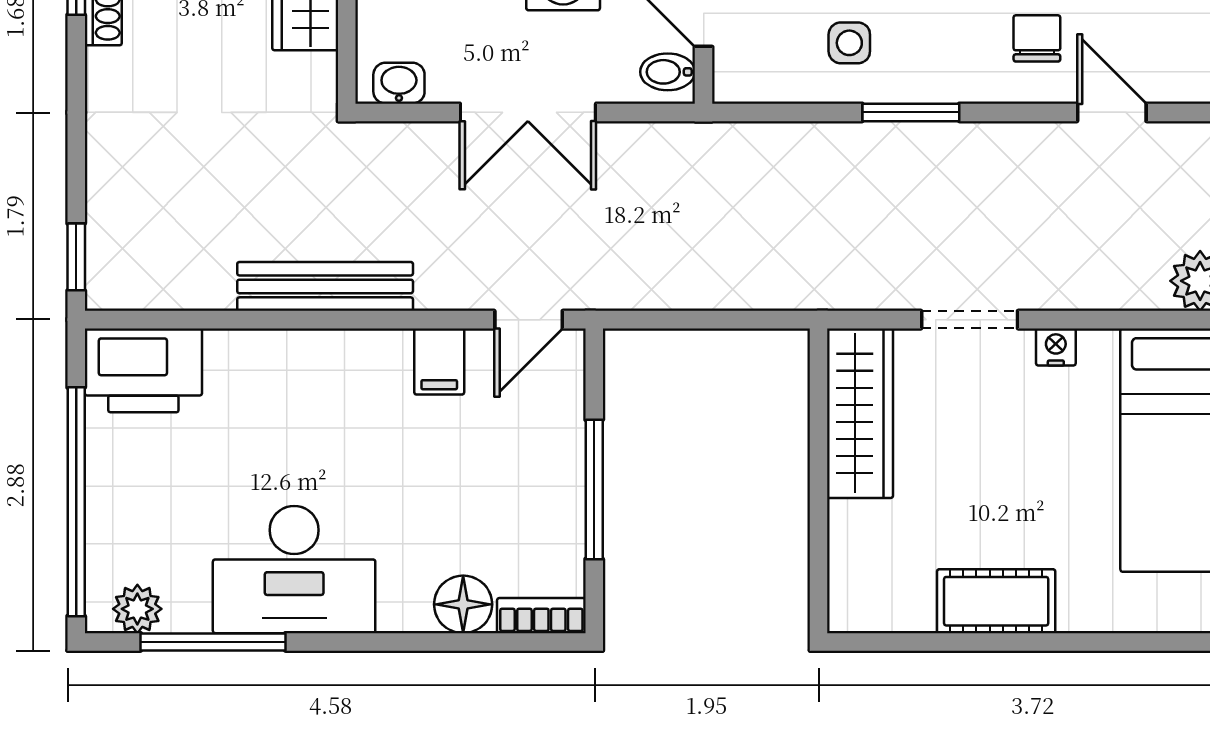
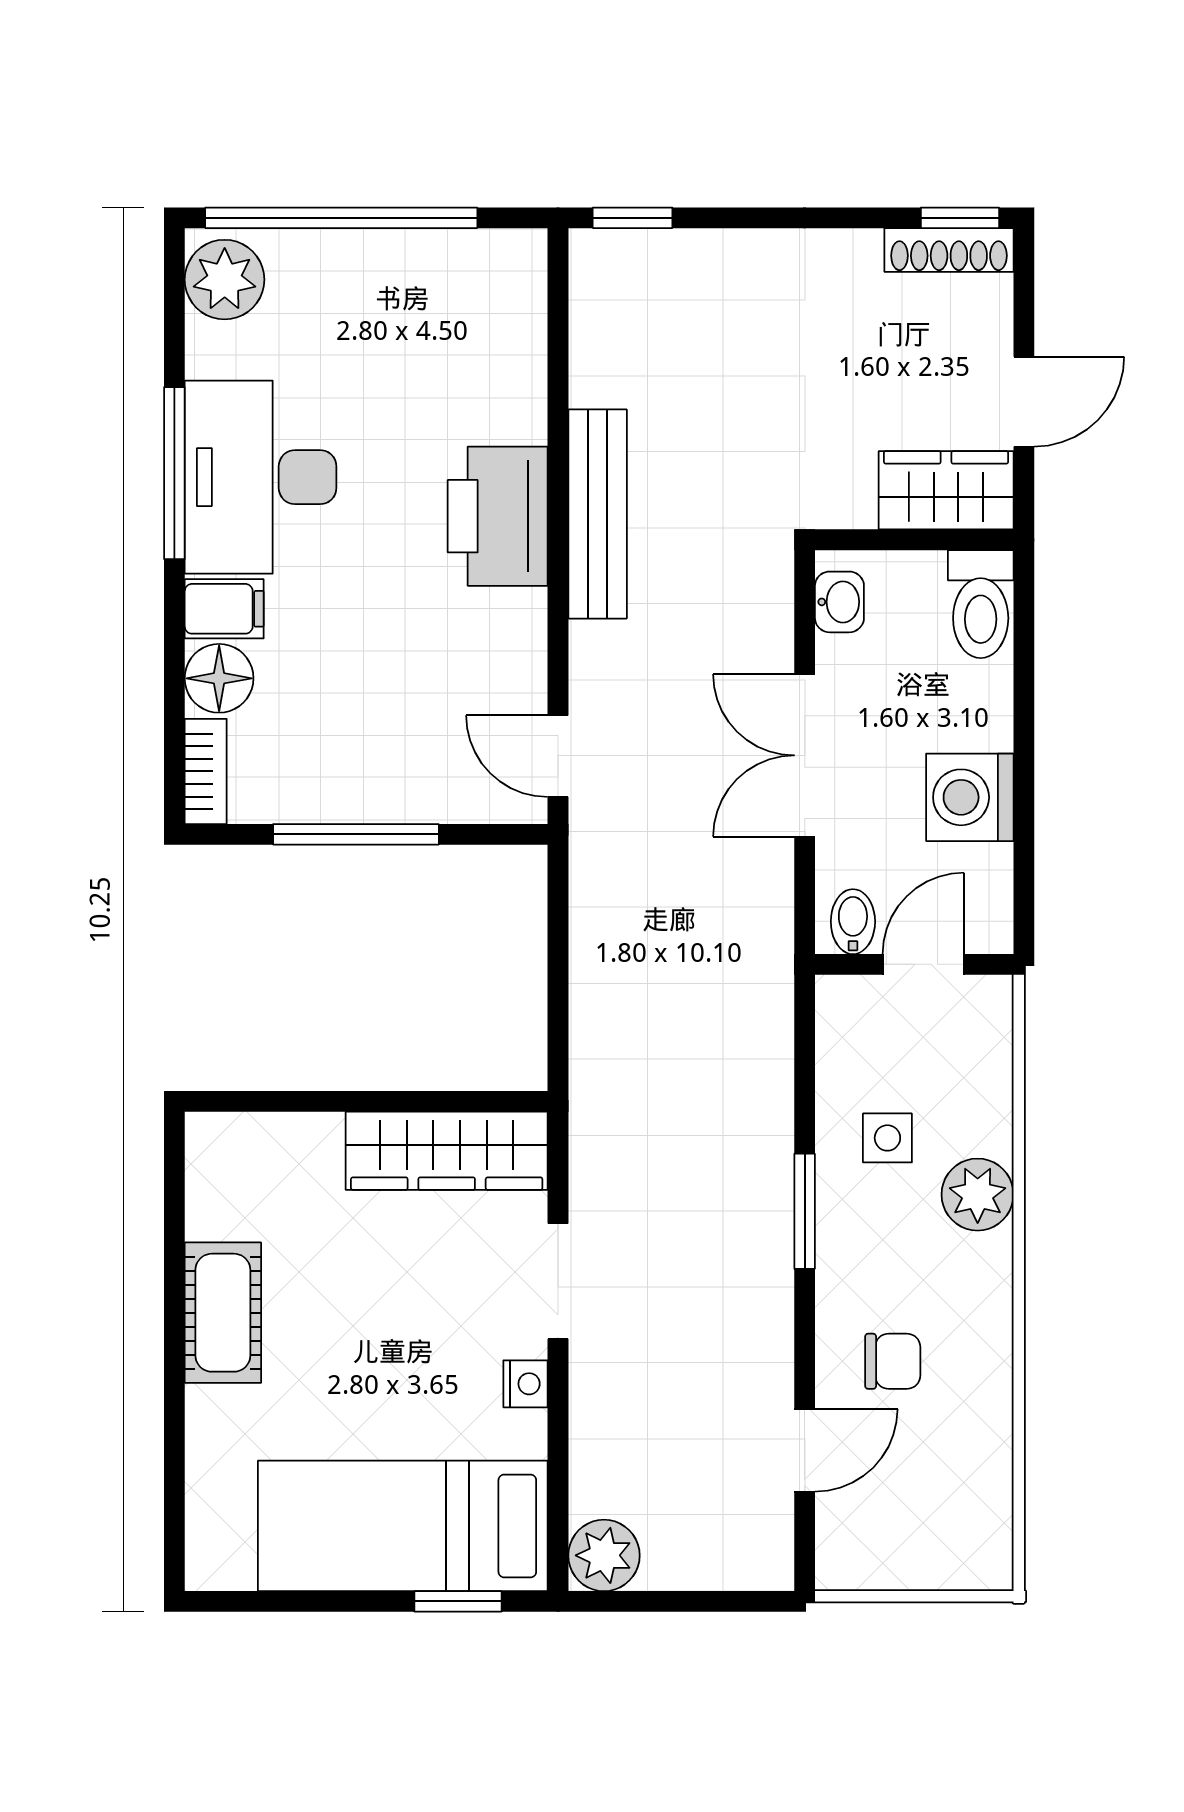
filing cabinet: (439, 361) -> (224, 609), moved, turned 180
printer: (143, 370) -> (498, 516), moved
plant: (137, 609) -> (225, 280), width x1.38, depth x1.38
window: (213, 642) -> (174, 473), moved

